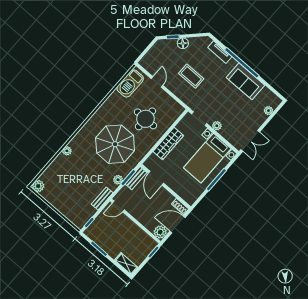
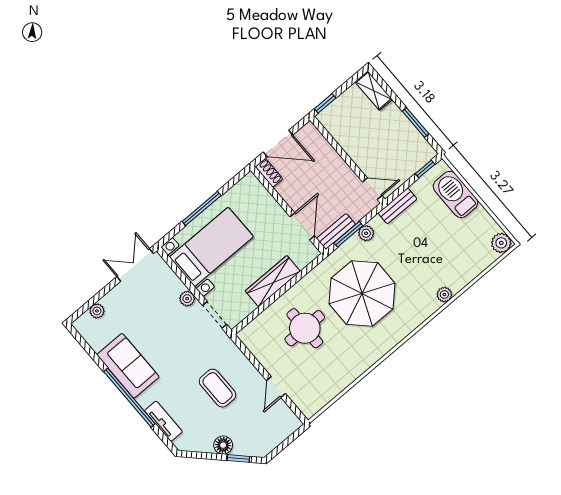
barbecue: (130, 83) -> (455, 194), moved, turned -90
plant: (160, 232) -> (309, 135), removed

